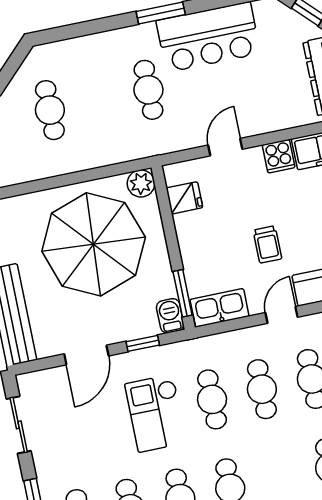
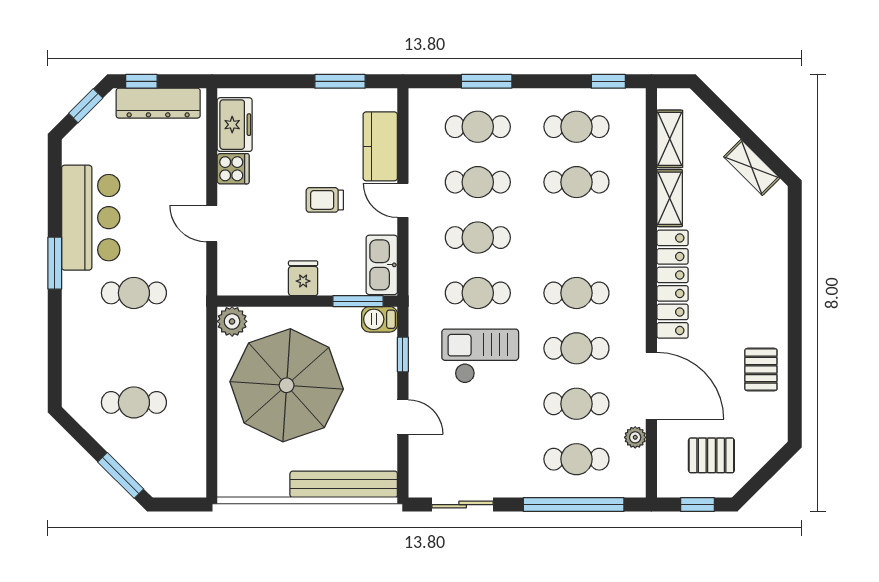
fridge: (184, 198) -> (303, 278), moved
trolley: (267, 244) -> (325, 200), turned 180
door: (86, 355) -> (403, 417), width x0.73
checkout: (156, 413) -> (480, 356), turned 180

